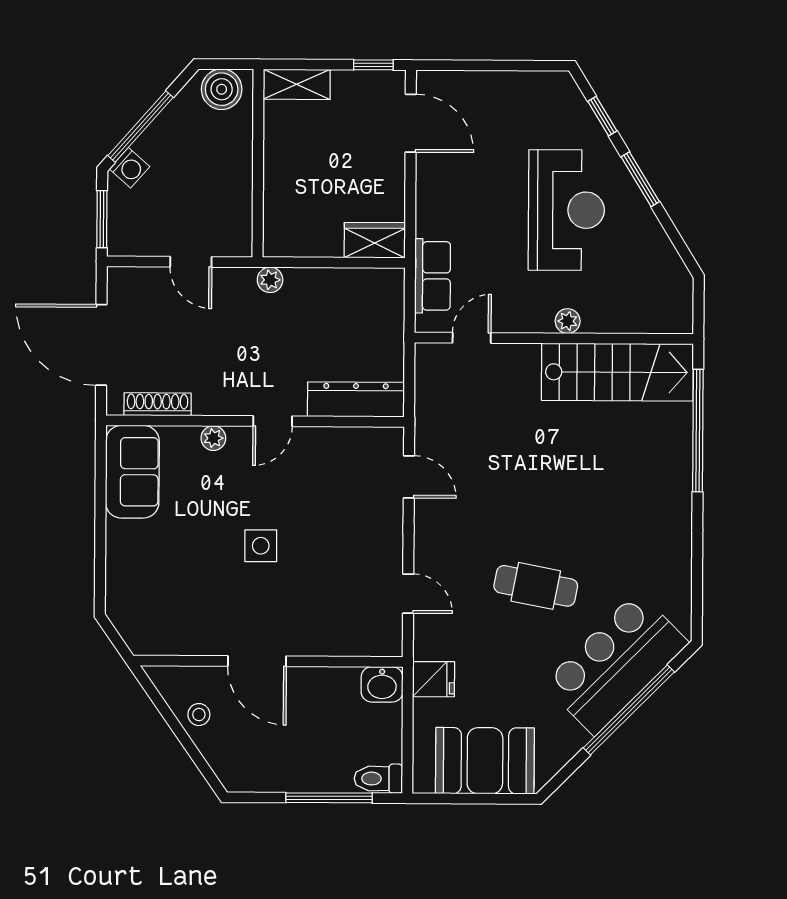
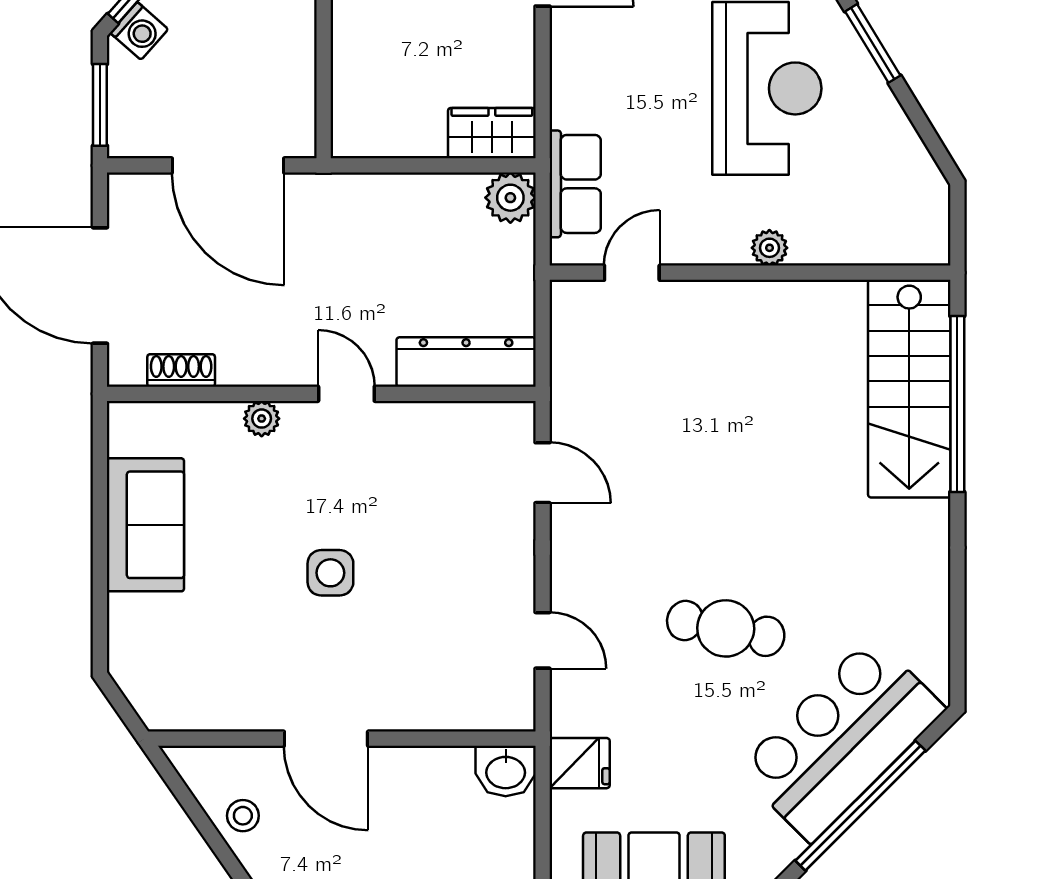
door: (191, 262) -> (228, 165), width x1.87
plant: (270, 280) -> (510, 198), moved, width x1.38, depth x1.38
stairs: (617, 372) -> (909, 389), moved, turned 90
shoe rack: (158, 404) -> (181, 370), width x0.70
door: (273, 421) -> (346, 394), swing flipped
sofa: (132, 472) -> (145, 525), moved

